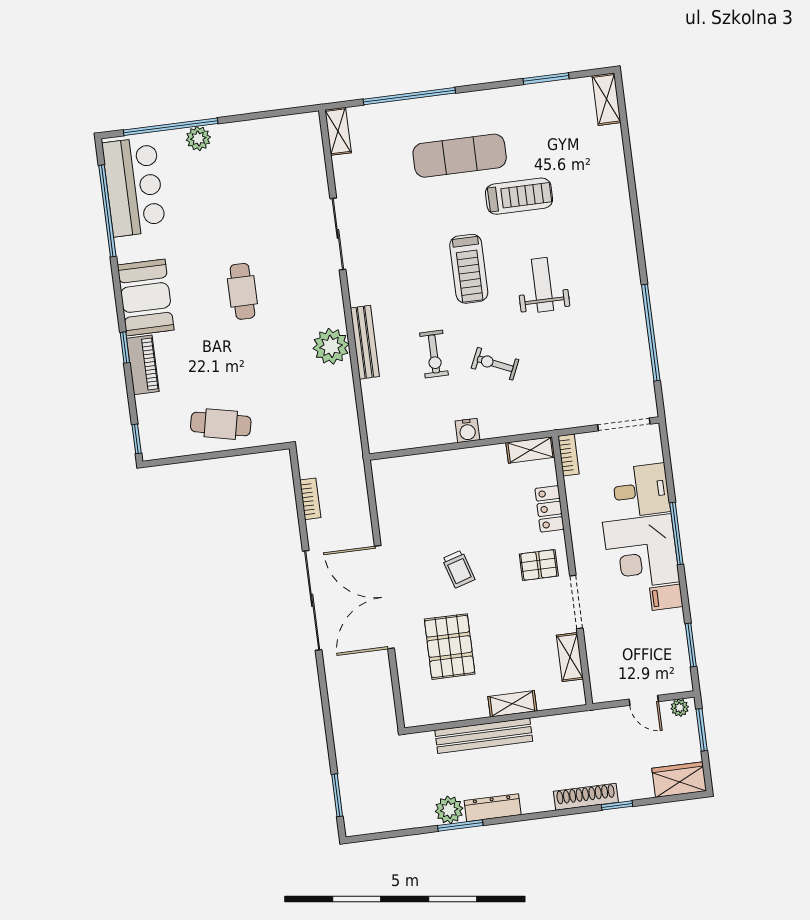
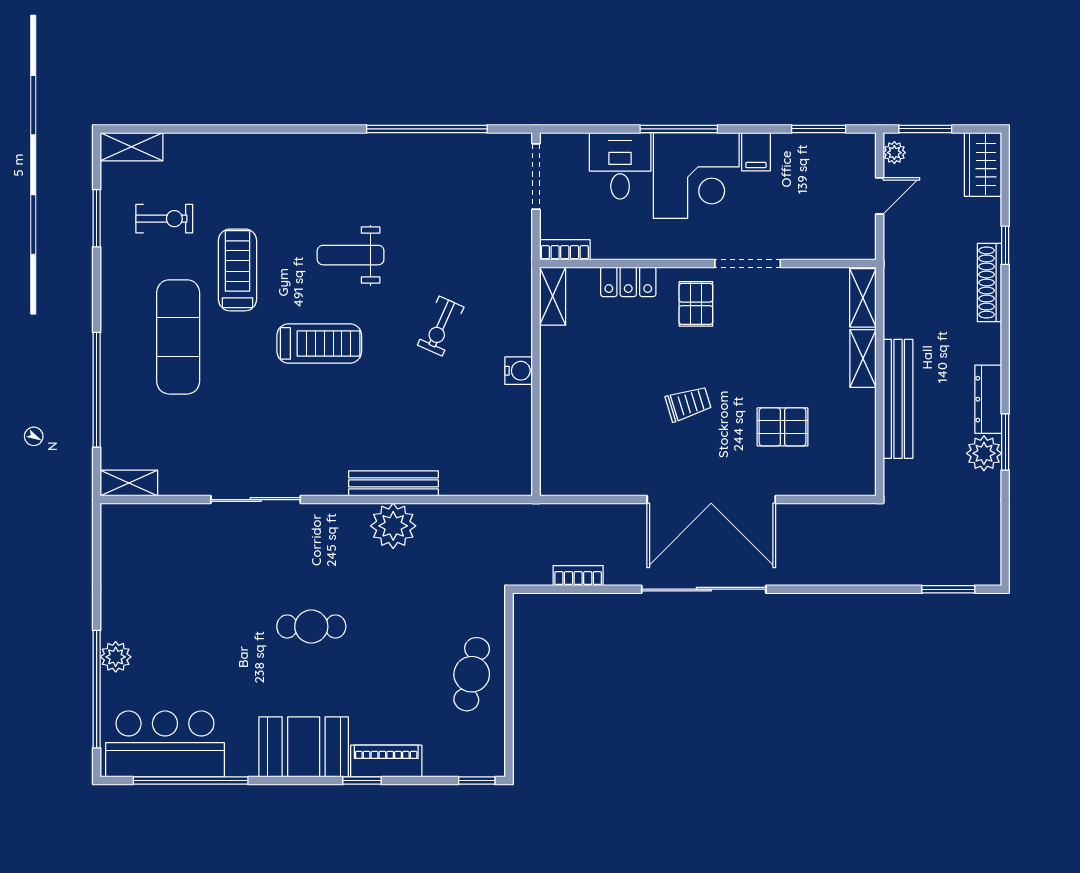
exercise bike: (434, 354) -> (164, 219), moved
pallet: (450, 647) -> (783, 427), width x0.67, depth x0.71
shelving: (570, 657) -> (863, 298), moved, turned 90

